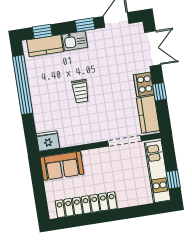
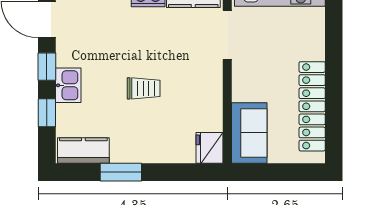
window: (42, 31) -> (47, 113), moved
kitchen counter: (45, 46) -> (83, 151), moved, turned -90
window: (23, 85) -> (121, 172), width x0.47

